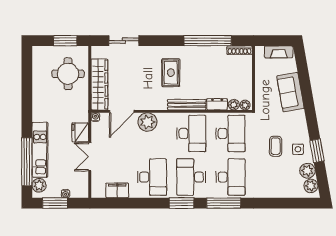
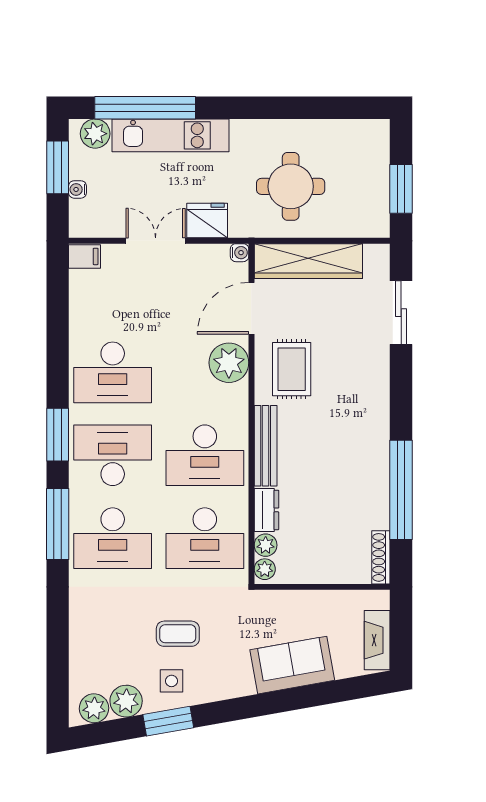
rug: (171, 73) -> (292, 369), moved, turned 90
round table: (68, 74) -> (291, 186), moved
door: (122, 111) -> (251, 308), hinge flipped
filing cabinet: (117, 190) -> (85, 256), moved, width x0.50

